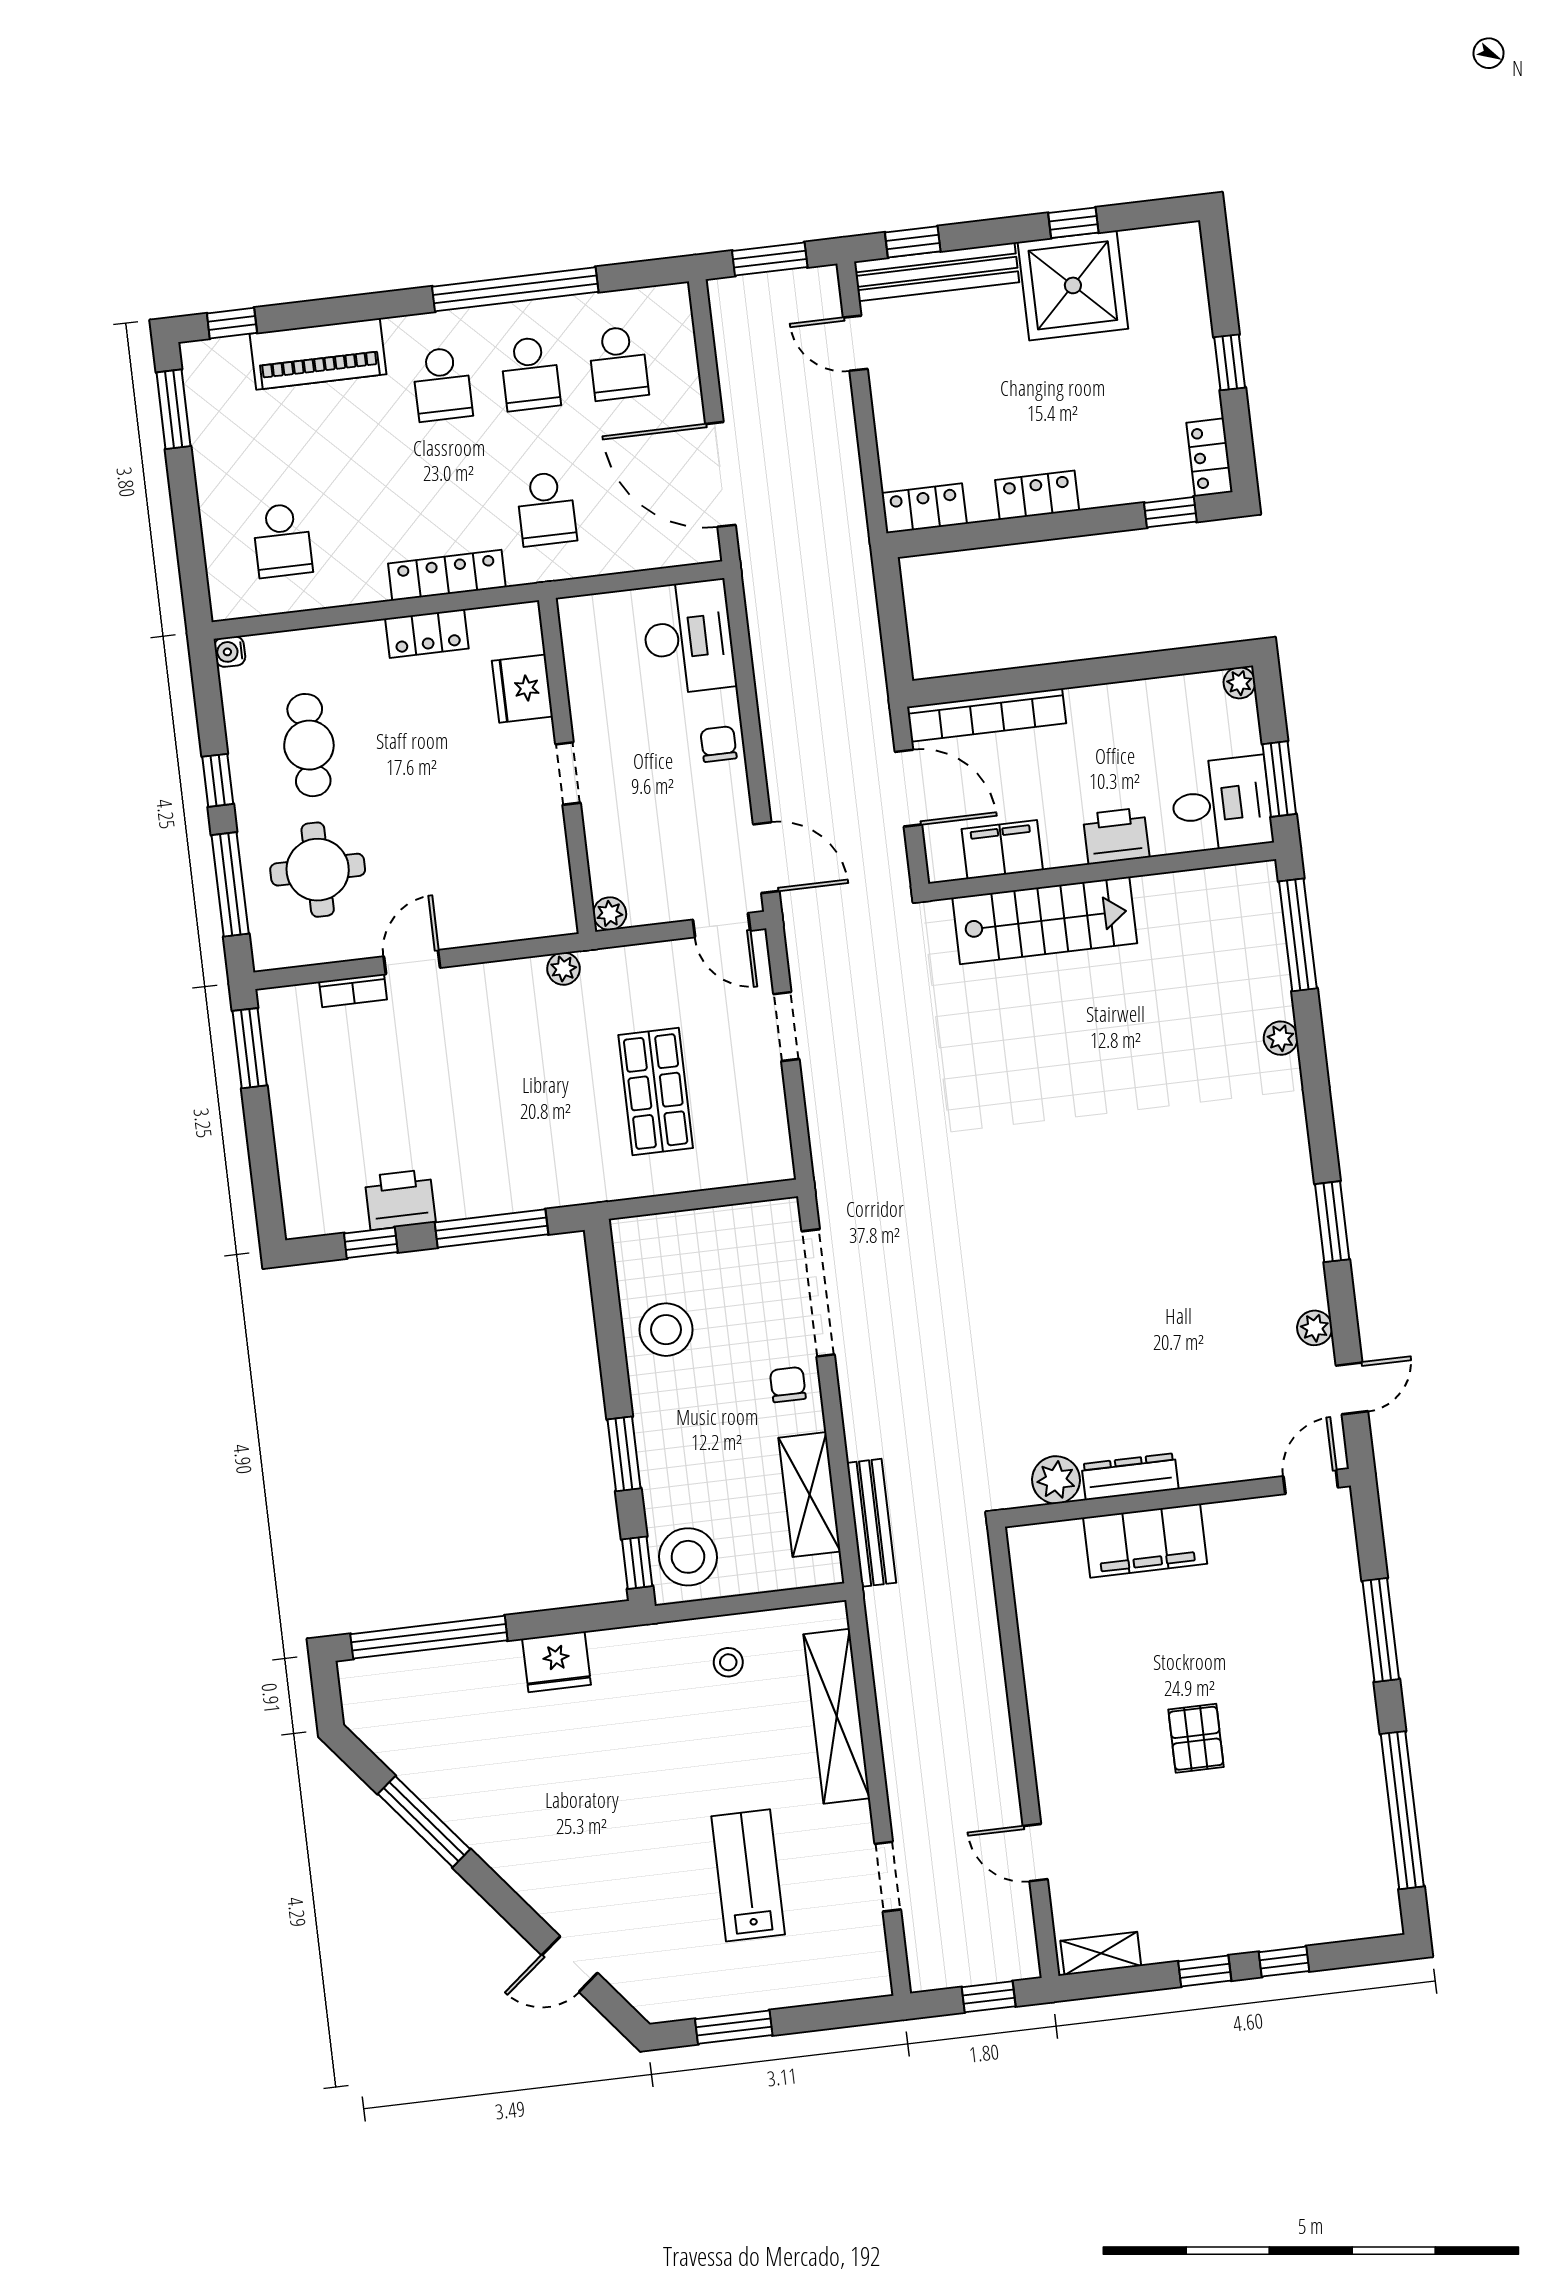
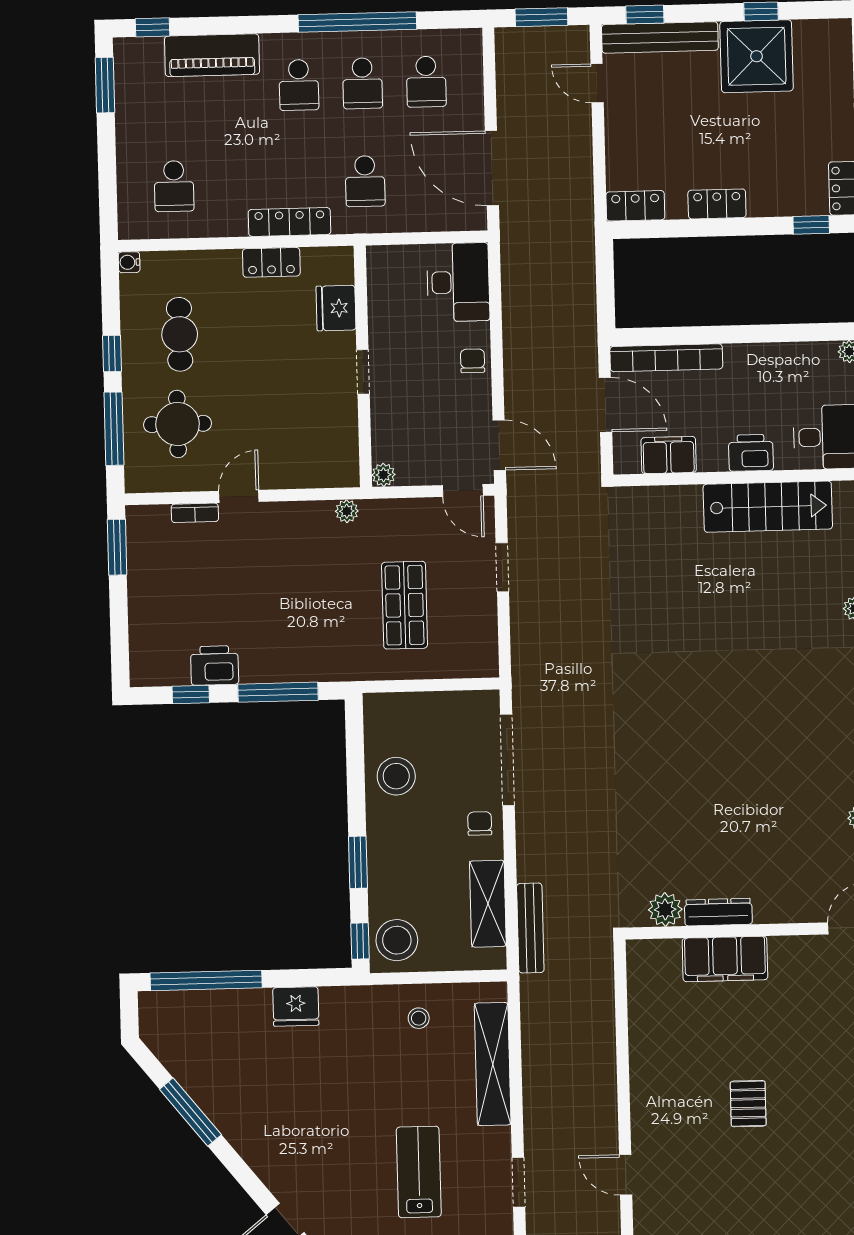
stairs: (1045, 920) -> (768, 507), moved

